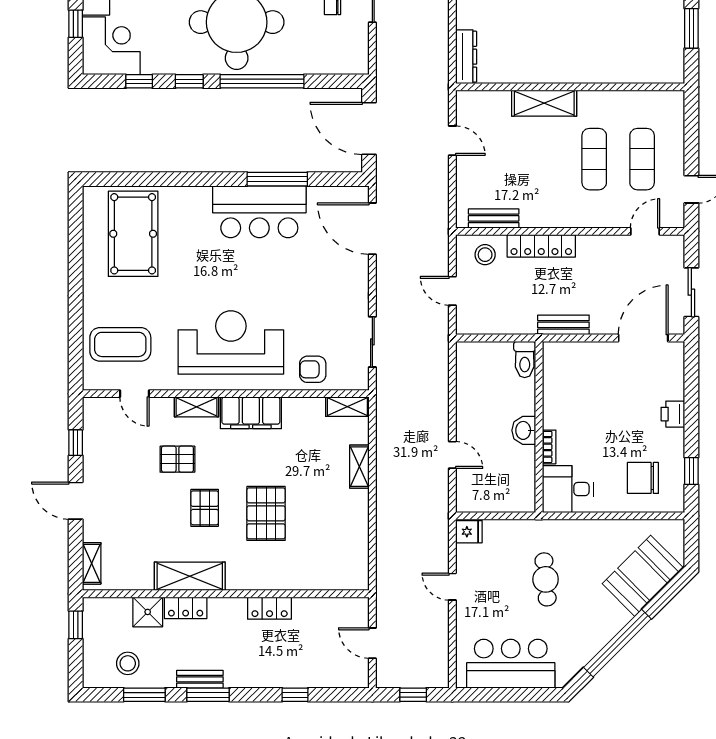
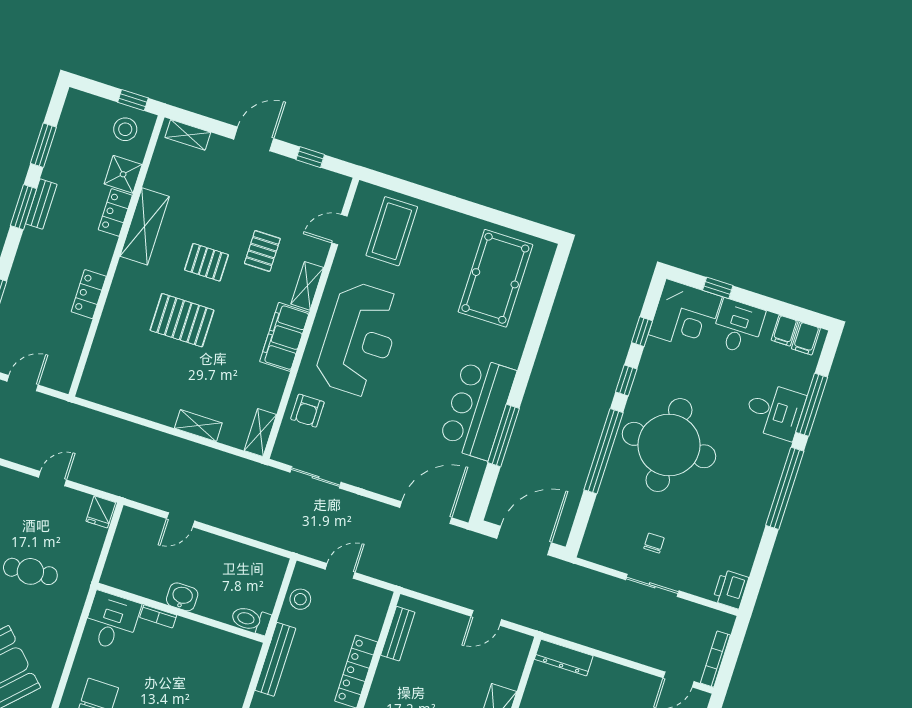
pool table: (133, 234) -> (495, 278), turned 90
stool: (485, 255) -> (300, 599), moved
bench: (563, 325) -> (275, 659), width x1.36
armchair: (313, 369) -> (307, 411), turned 180
stool: (128, 663) -> (125, 129), moved

